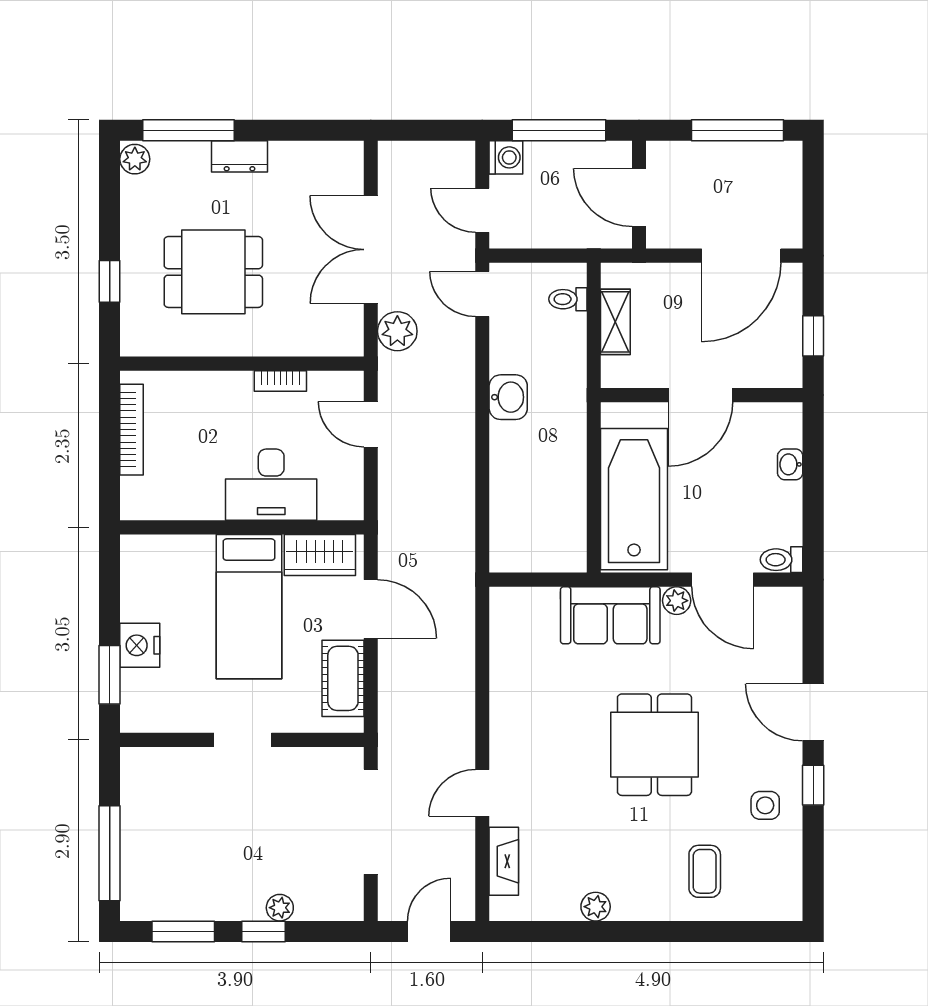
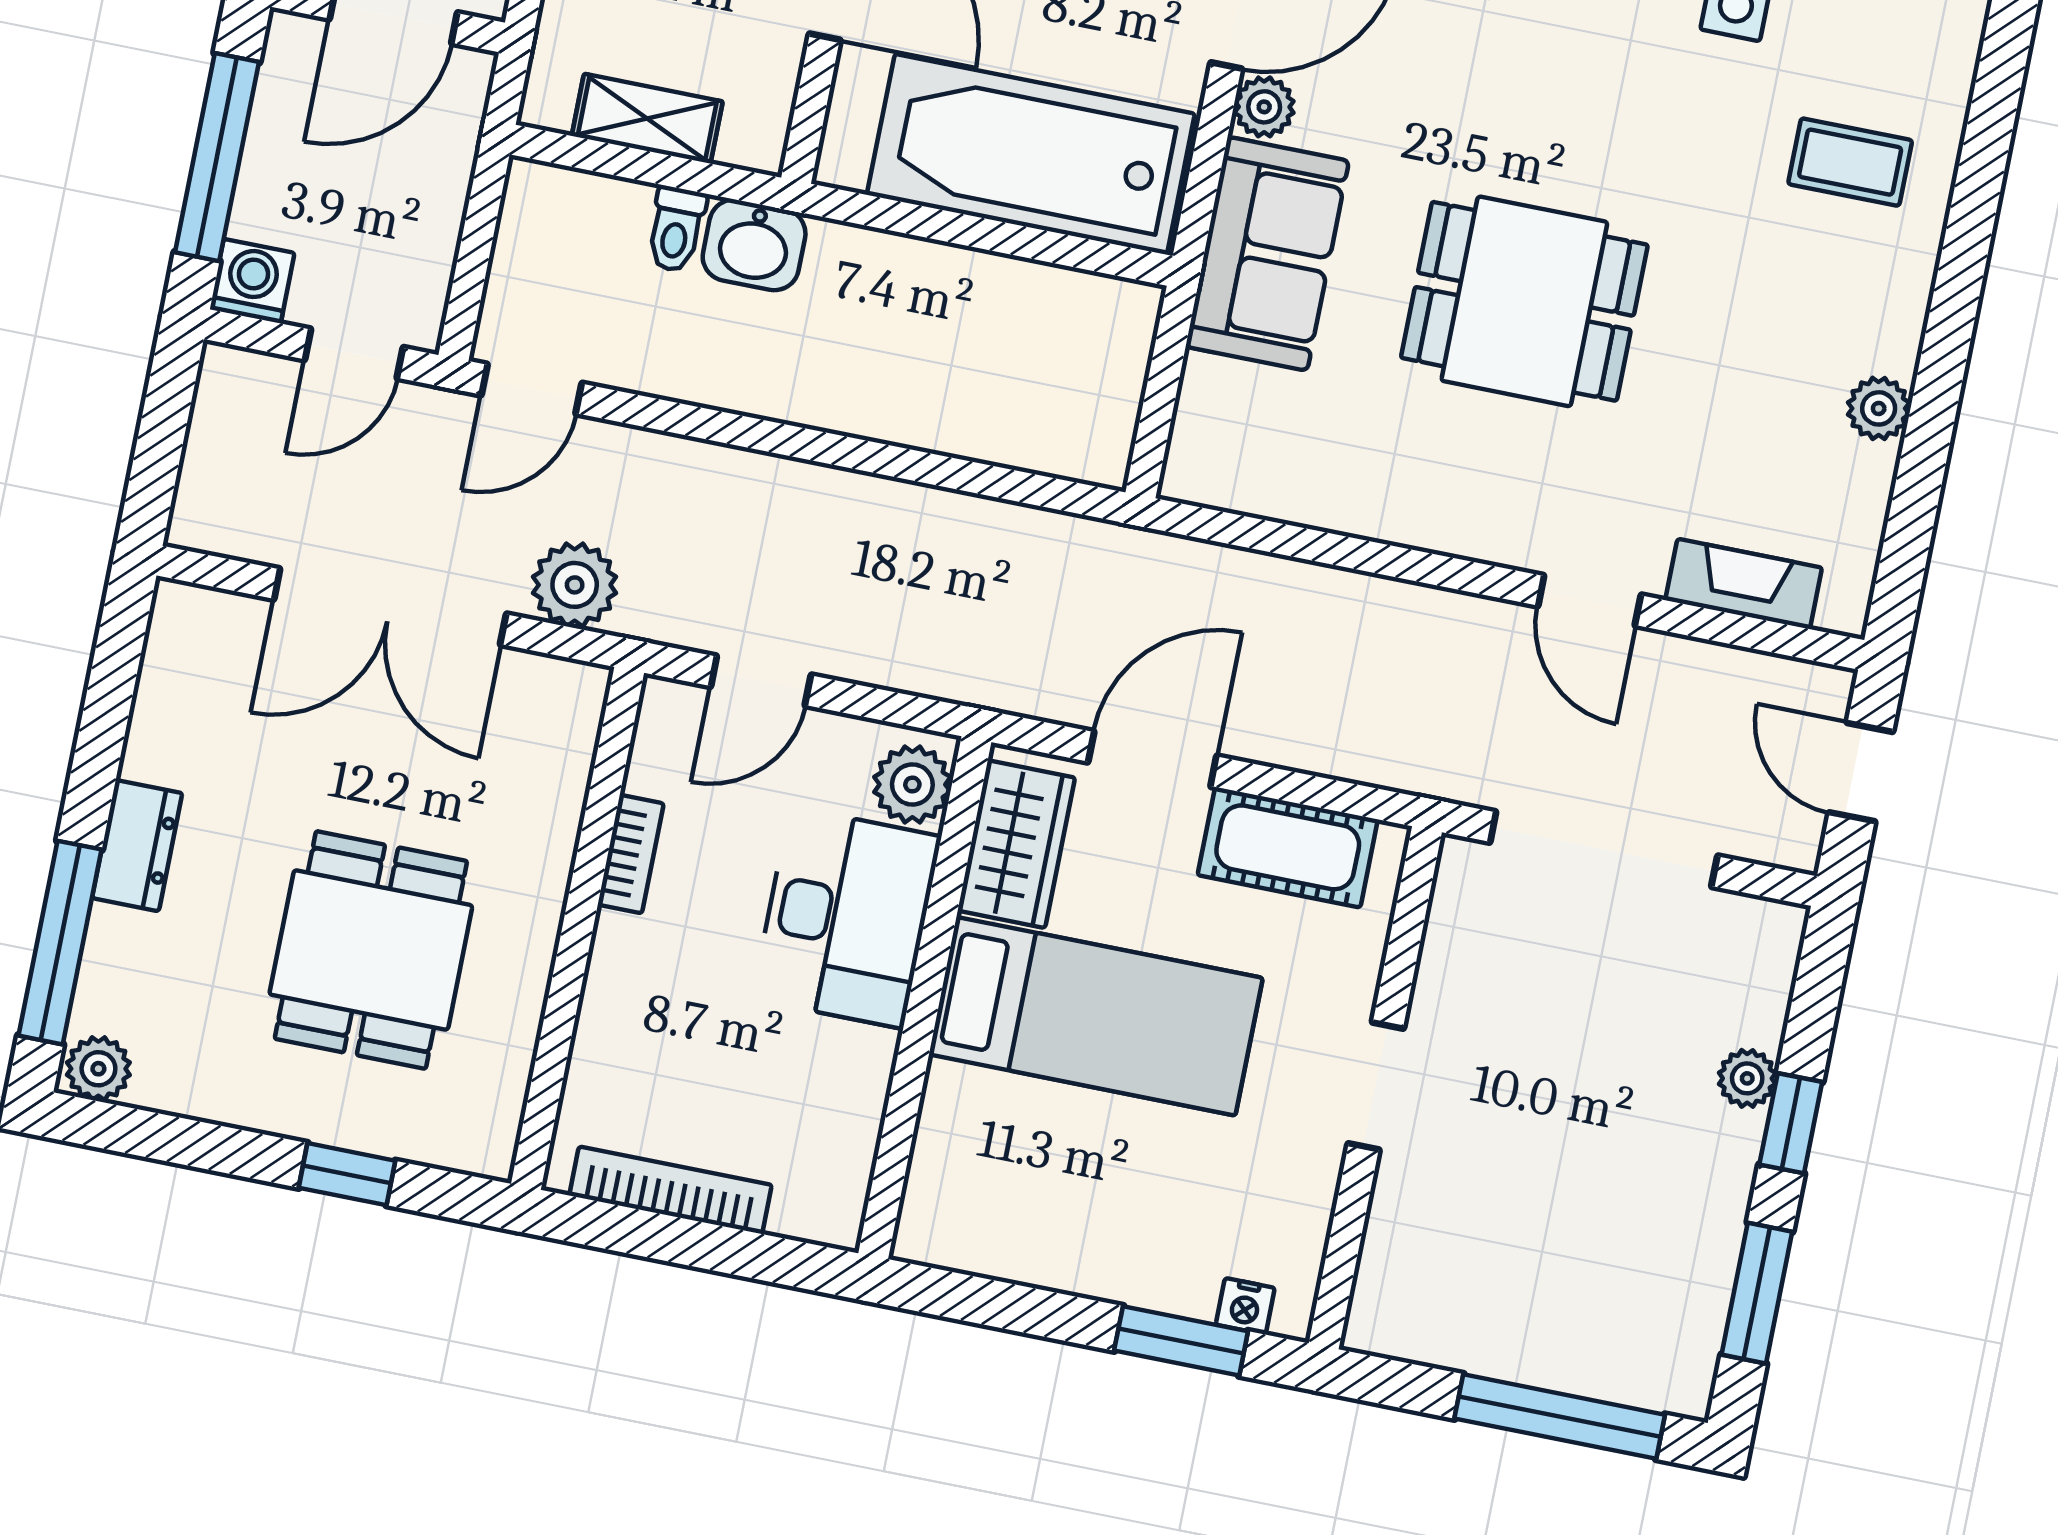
toilet: (568, 299) -> (676, 229), moved
washbasin: (508, 397) -> (754, 245), moved, turned 180
plant: (337, 502) -> (912, 785), added
nightstand: (140, 645) -> (1245, 1306), moved, width x0.53, depth x0.56
dining table: (654, 745) -> (1524, 301), moved

